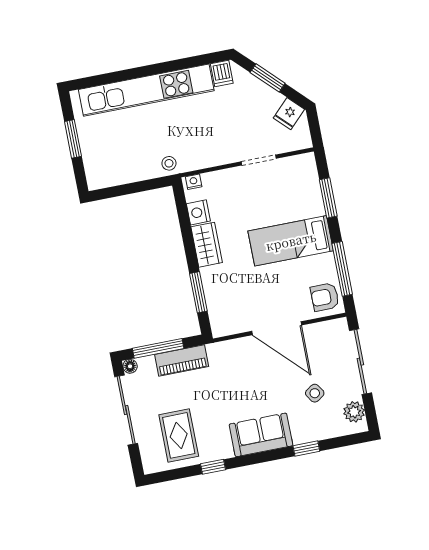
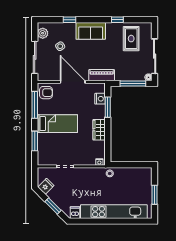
nightstand: (198, 212) -> (100, 99), moved
piano: (182, 361) -> (102, 75), moved

